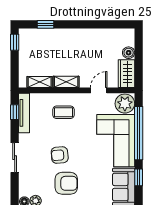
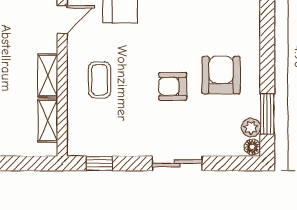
door: (99, 90) -> (62, 20), swing flipped
tv unit: (24, 113) -> (101, 147), removed
armchair: (60, 155) -> (173, 86), turned 95

